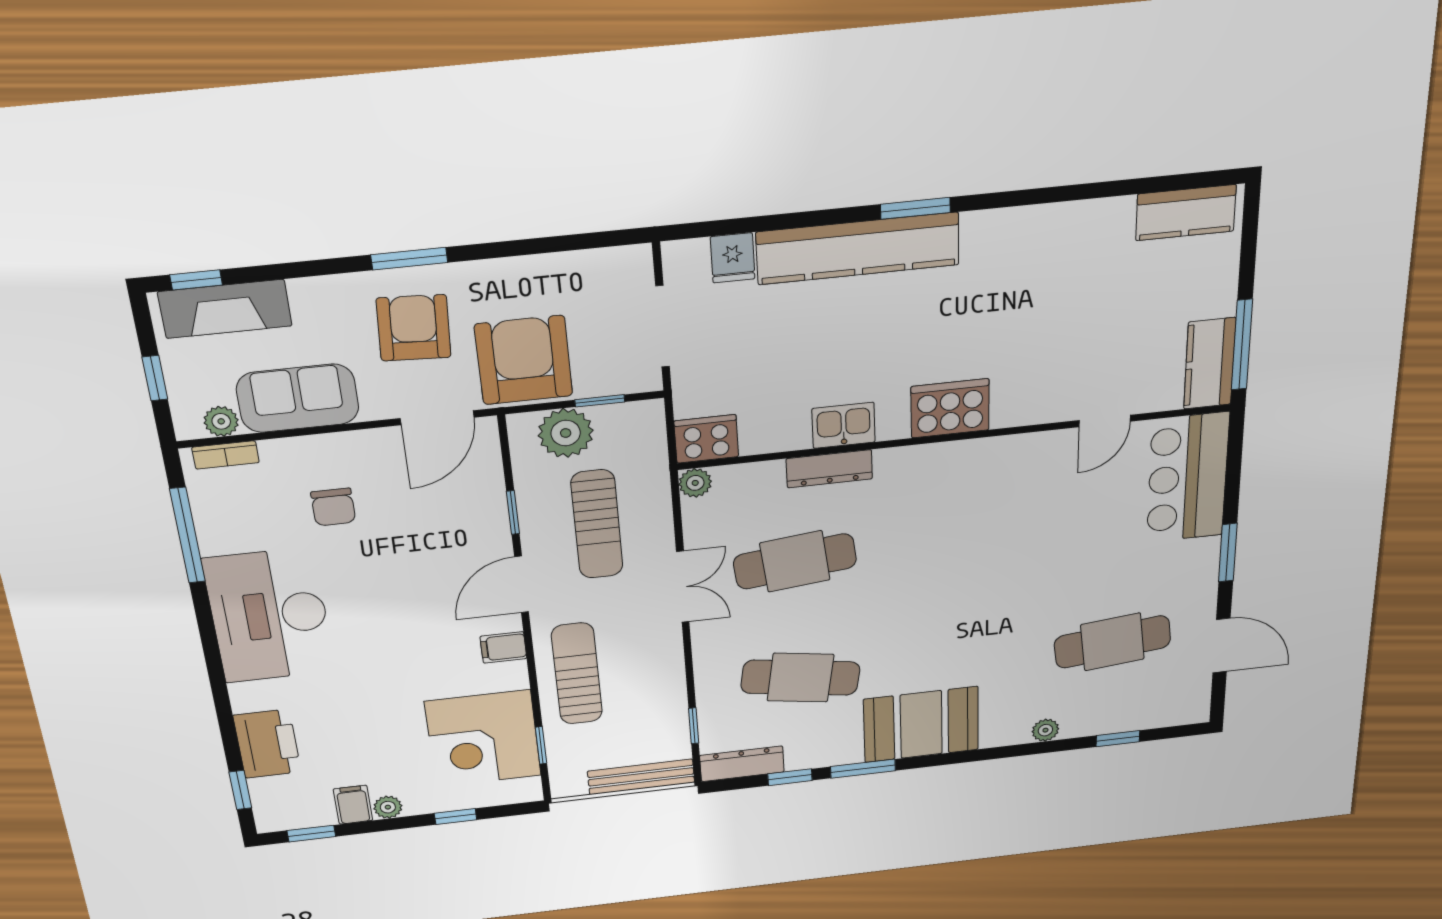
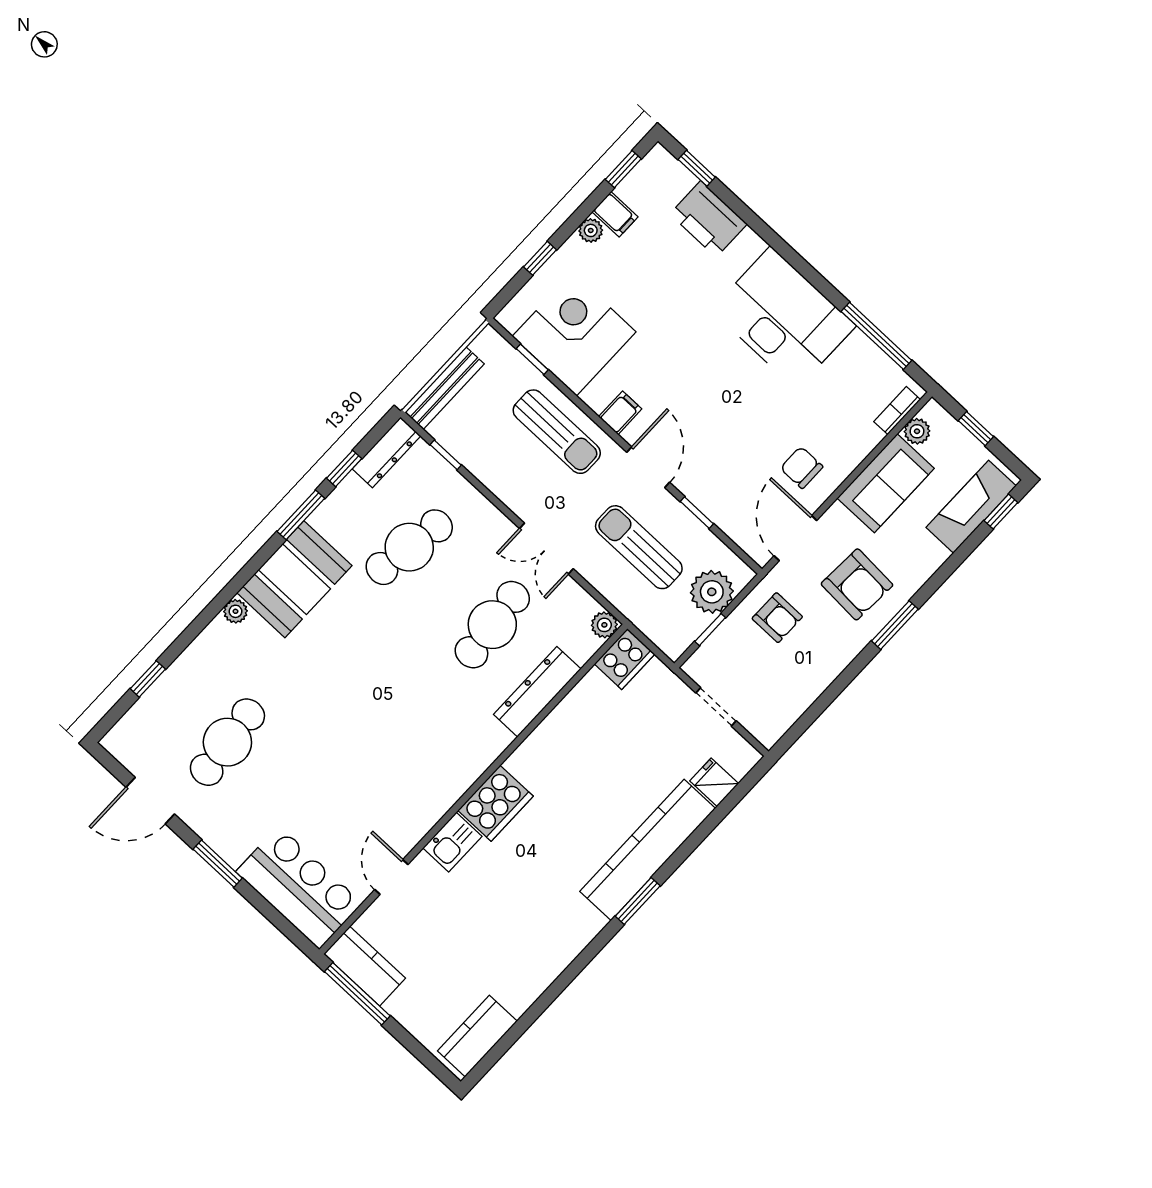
doorway: (663, 326) -> (716, 707), width x0.73
armchair: (524, 360) -> (777, 618), width x0.53, depth x0.53
kitchen sink: (844, 425) -> (452, 842), moved
dresser: (829, 469) -> (537, 692), width x1.37, depth x1.24
chair: (333, 507) -> (802, 468), moved
plant: (1045, 730) -> (235, 611), moved

